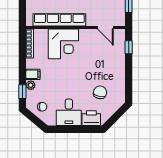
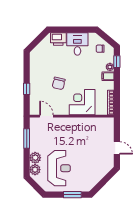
row of seats: (59, 20) -> (86, 123), removed
window: (129, 47) -> (27, 89), moved
chair: (100, 92) -> (59, 83), moved

